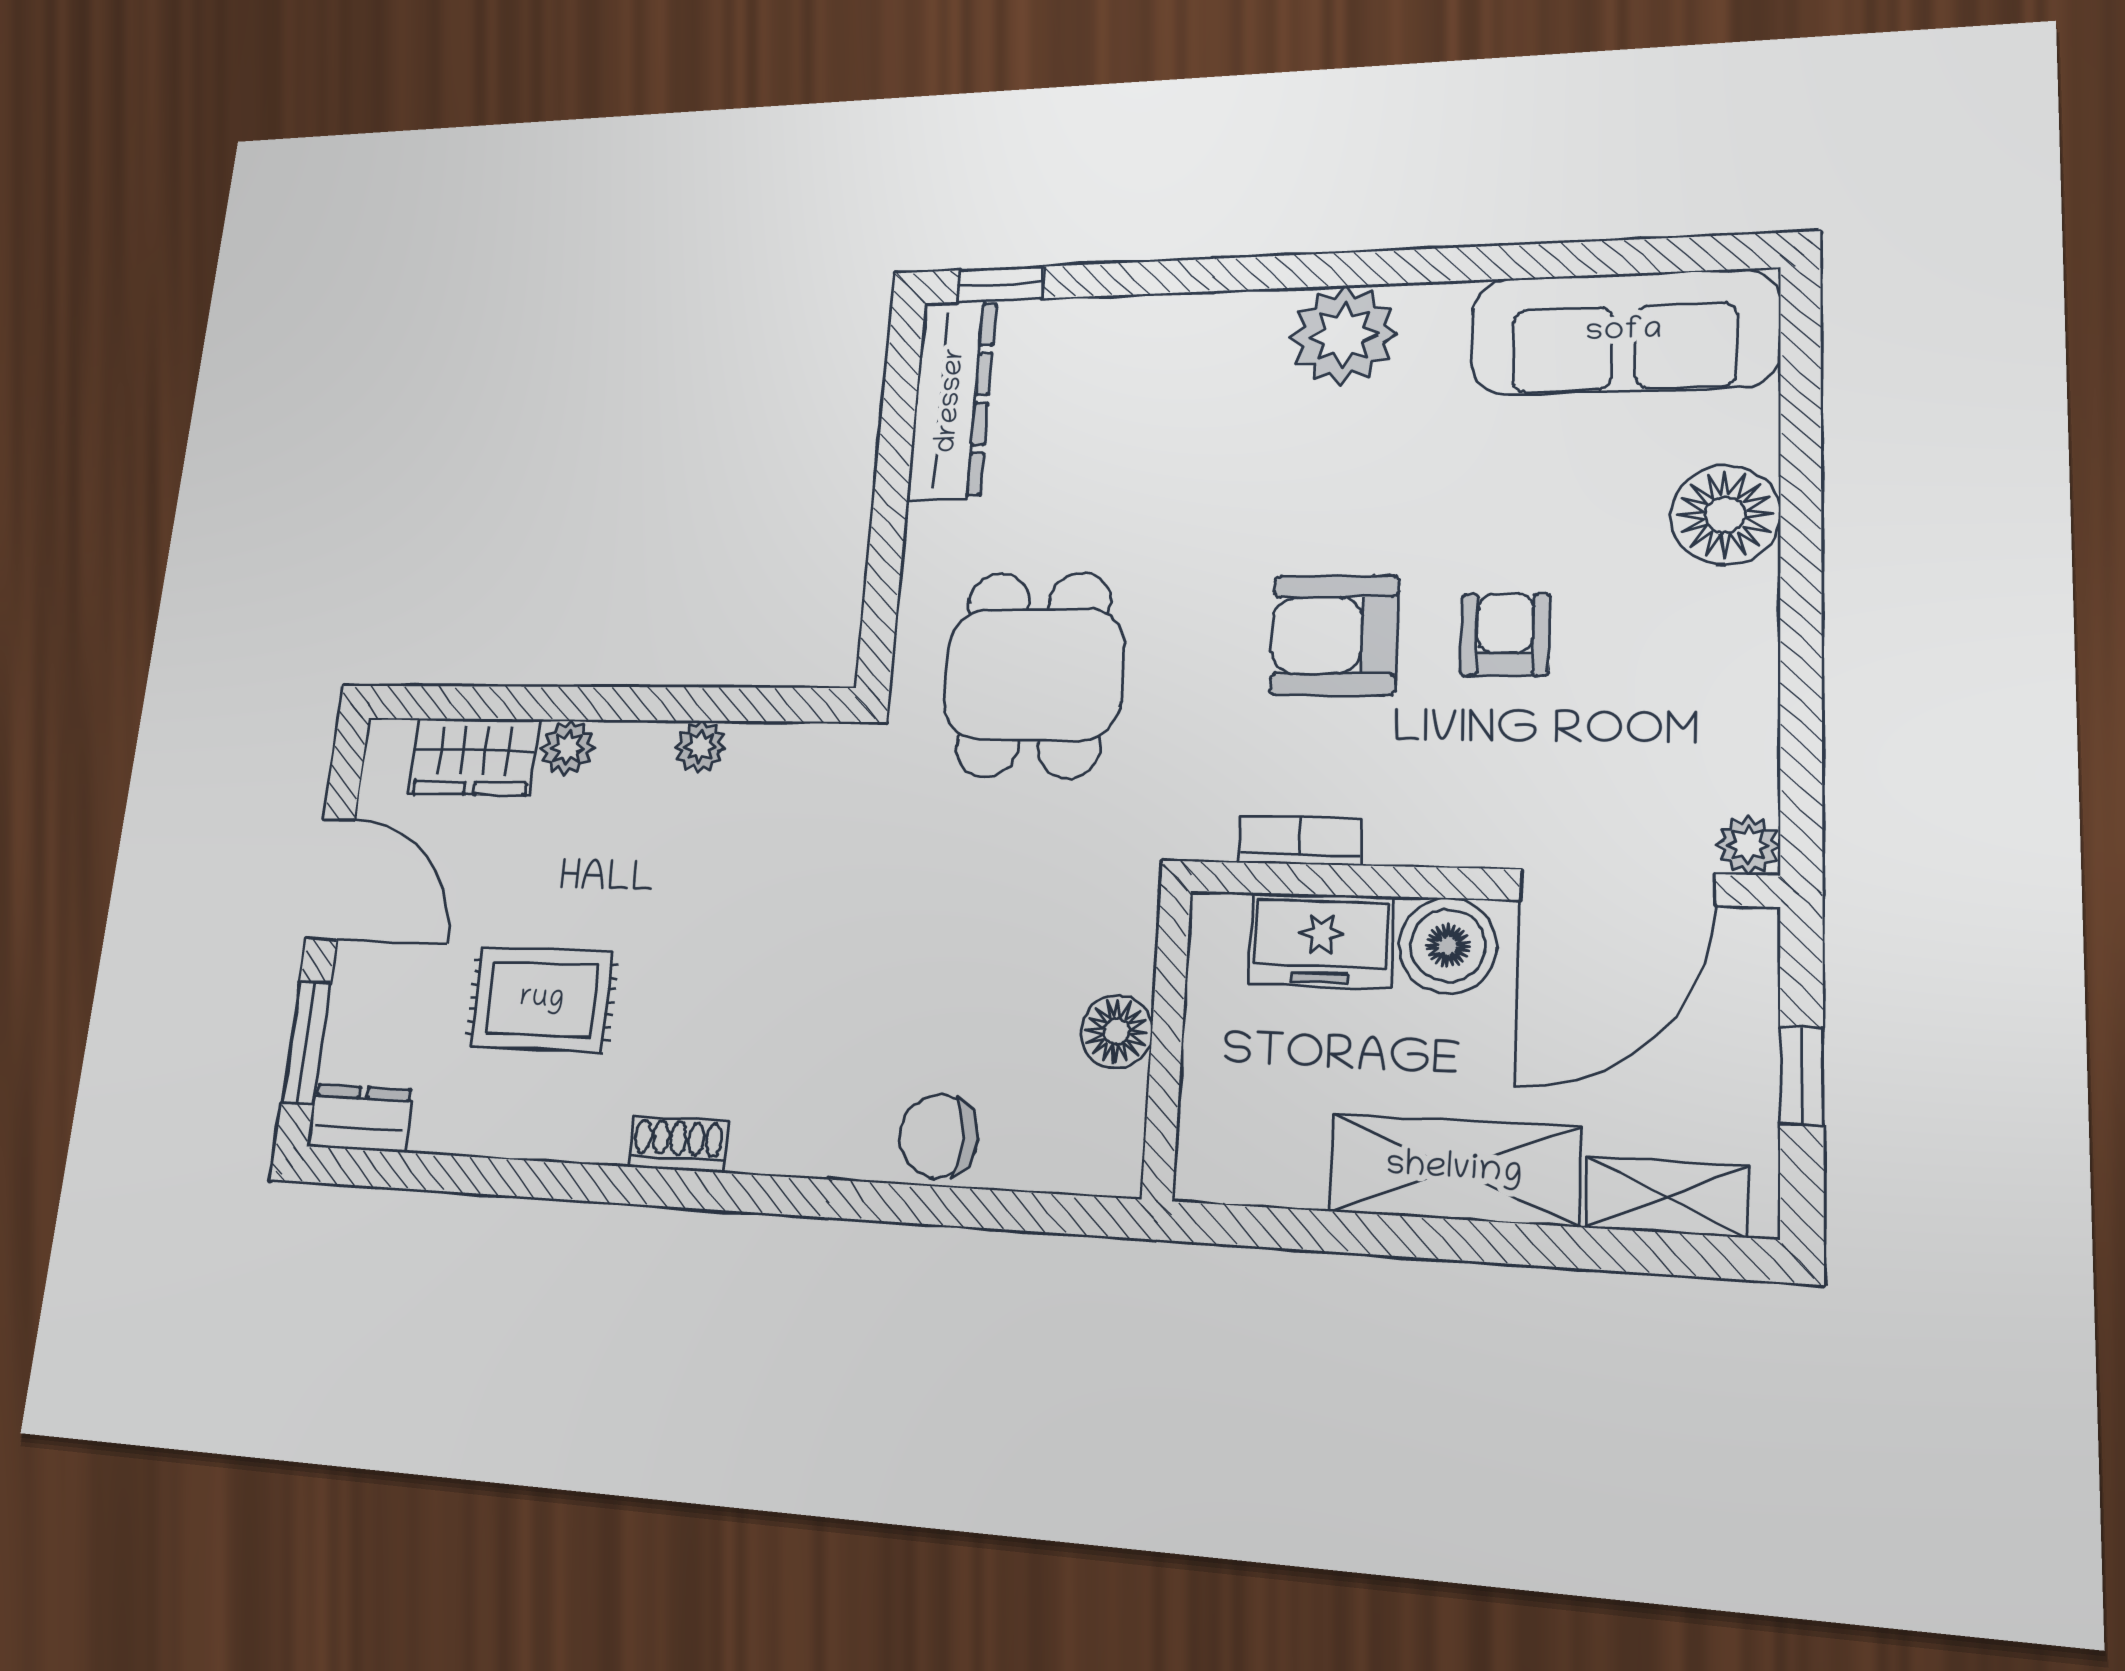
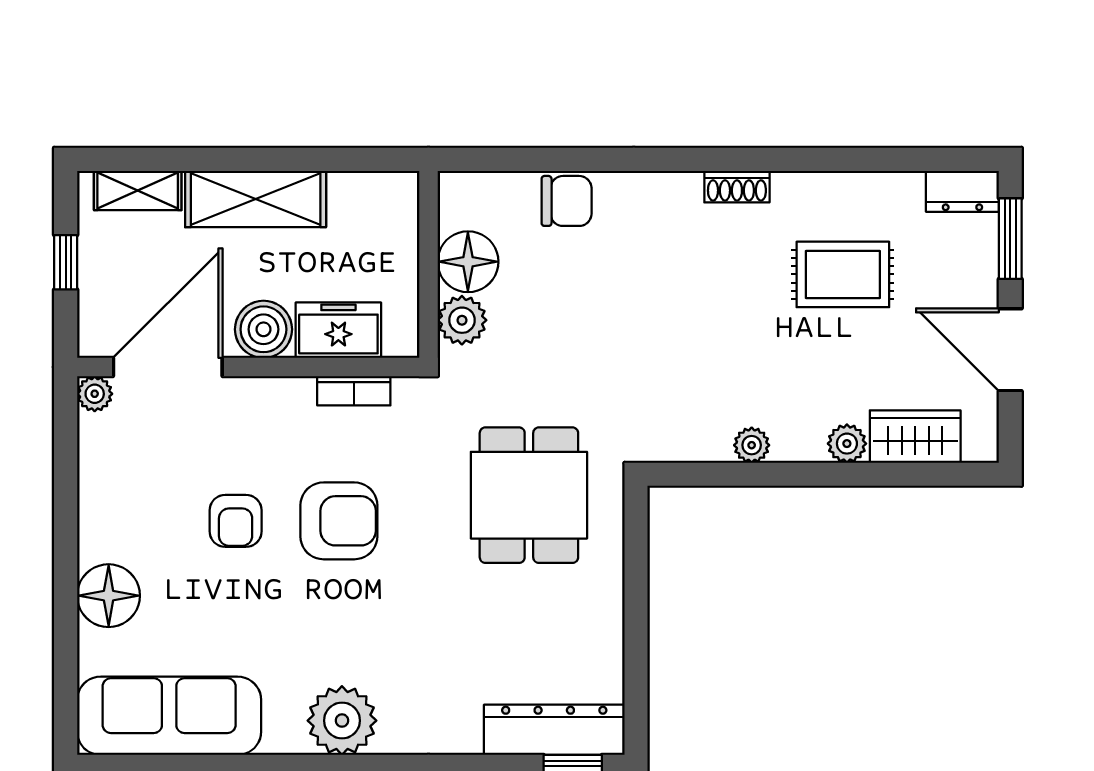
dresser: (952, 400) -> (554, 730), moved, turned 90
plant: (1118, 950) -> (462, 320), added
floor lamp: (1116, 1031) -> (468, 262), width x1.38, depth x1.38

